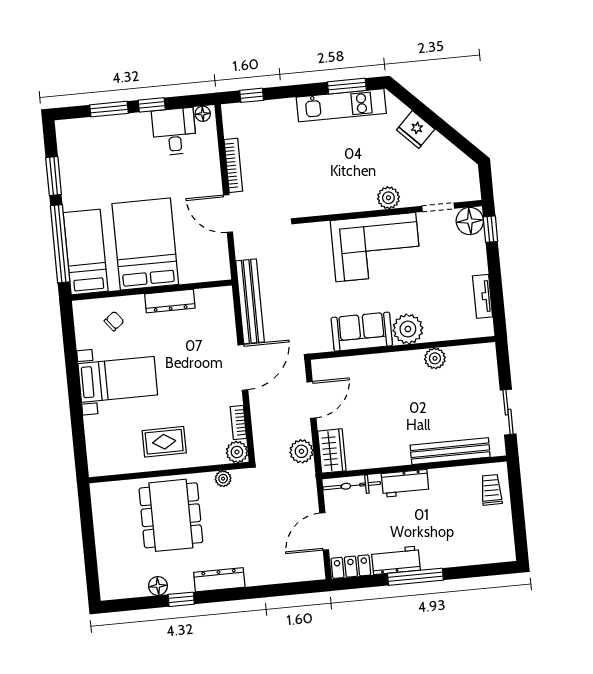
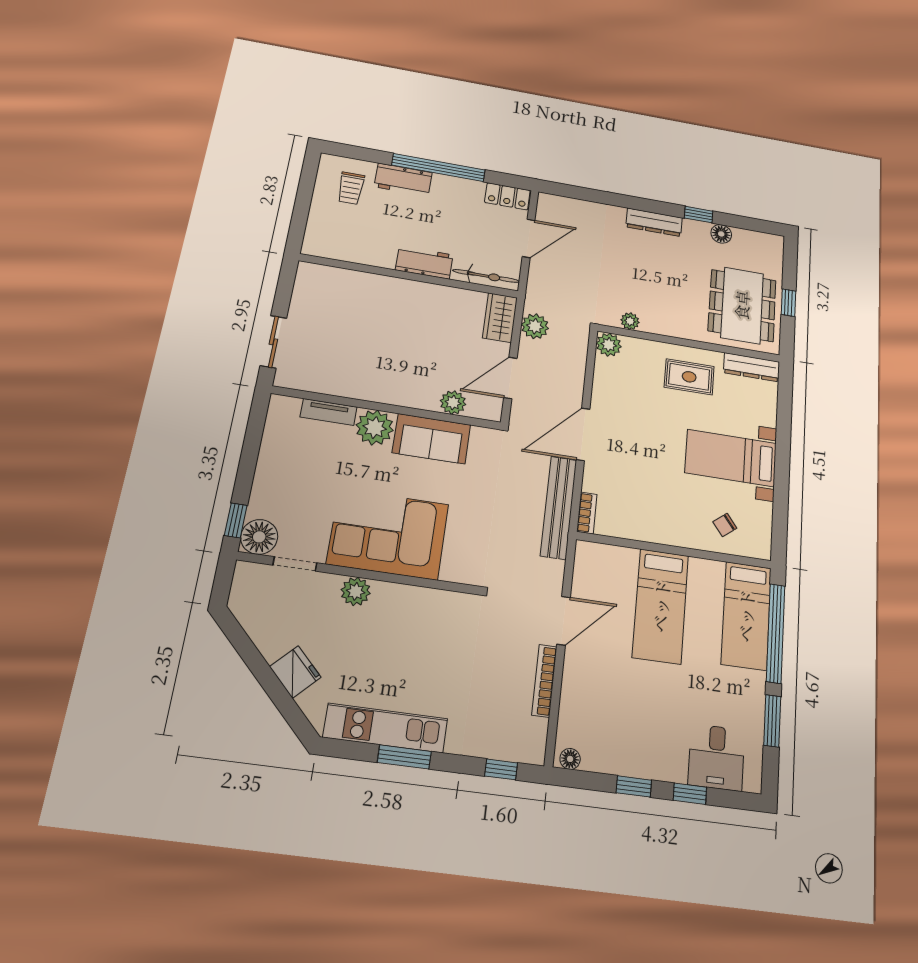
window: (347, 86) -> (404, 757), moved
window: (109, 109) -> (690, 794), width x0.67
desk: (174, 132) -> (716, 757), moved
door: (228, 213) -> (564, 621), hinge flipped
bed: (145, 244) -> (661, 606), width x0.67
tv unit: (483, 296) -> (329, 412), moved, turned 90
dresser: (170, 301) -> (752, 367), moved, turned 180
plant: (435, 358) -> (453, 403), moved
sliding door: (508, 412) -> (273, 342), moved
bookcase: (238, 423) -> (587, 513), moved
bench: (450, 451) -> (363, 282), removed
trolley: (491, 490) -> (351, 188), moved
dining table: (171, 515) -> (742, 305), moved
window: (88, 536) -> (788, 303), added
workbench: (396, 560) -> (403, 180), moved
window: (415, 577) -> (438, 168), width x1.46

